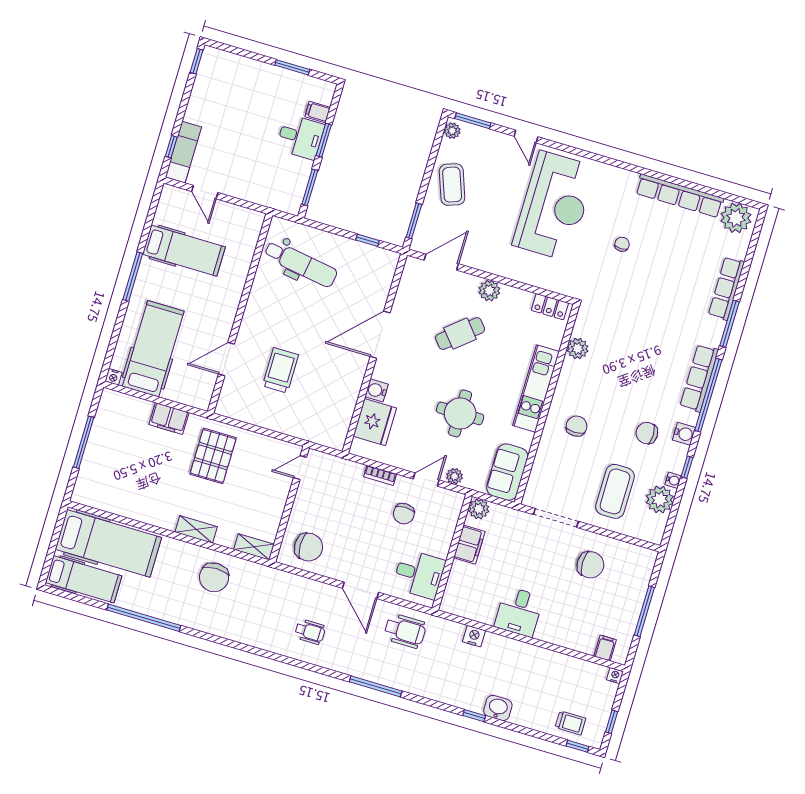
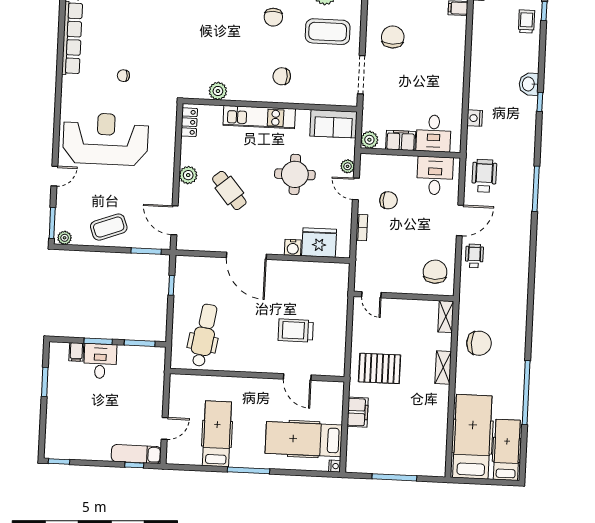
desk: (519, 612) -> (434, 133), moved, turned 90
wheelchair: (310, 632) -> (474, 256), moved

